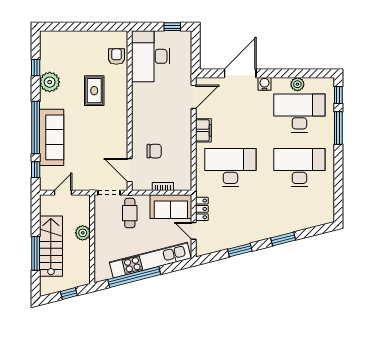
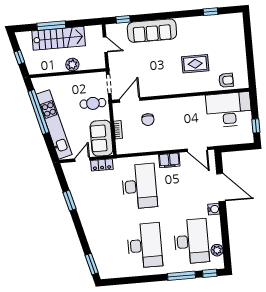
plant: (50, 82) -> (199, 25), removed
plant: (297, 84) -> (217, 250), moved
window: (36, 127) -> (159, 16), removed
window: (283, 239) -> (92, 264), moved

